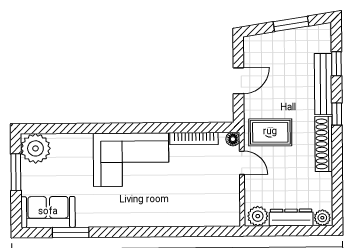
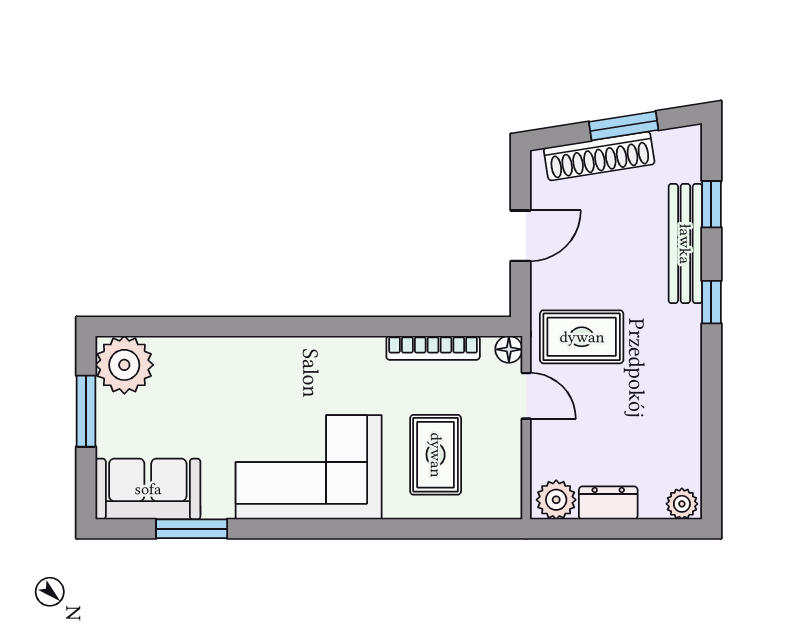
shoe rack: (324, 144) -> (599, 156), moved, turned -99
corner sofa: (131, 160) -> (309, 467), moved, turned 180
rug: (196, 193) -> (436, 455), added
dresser: (291, 217) -> (608, 503), width x0.70

